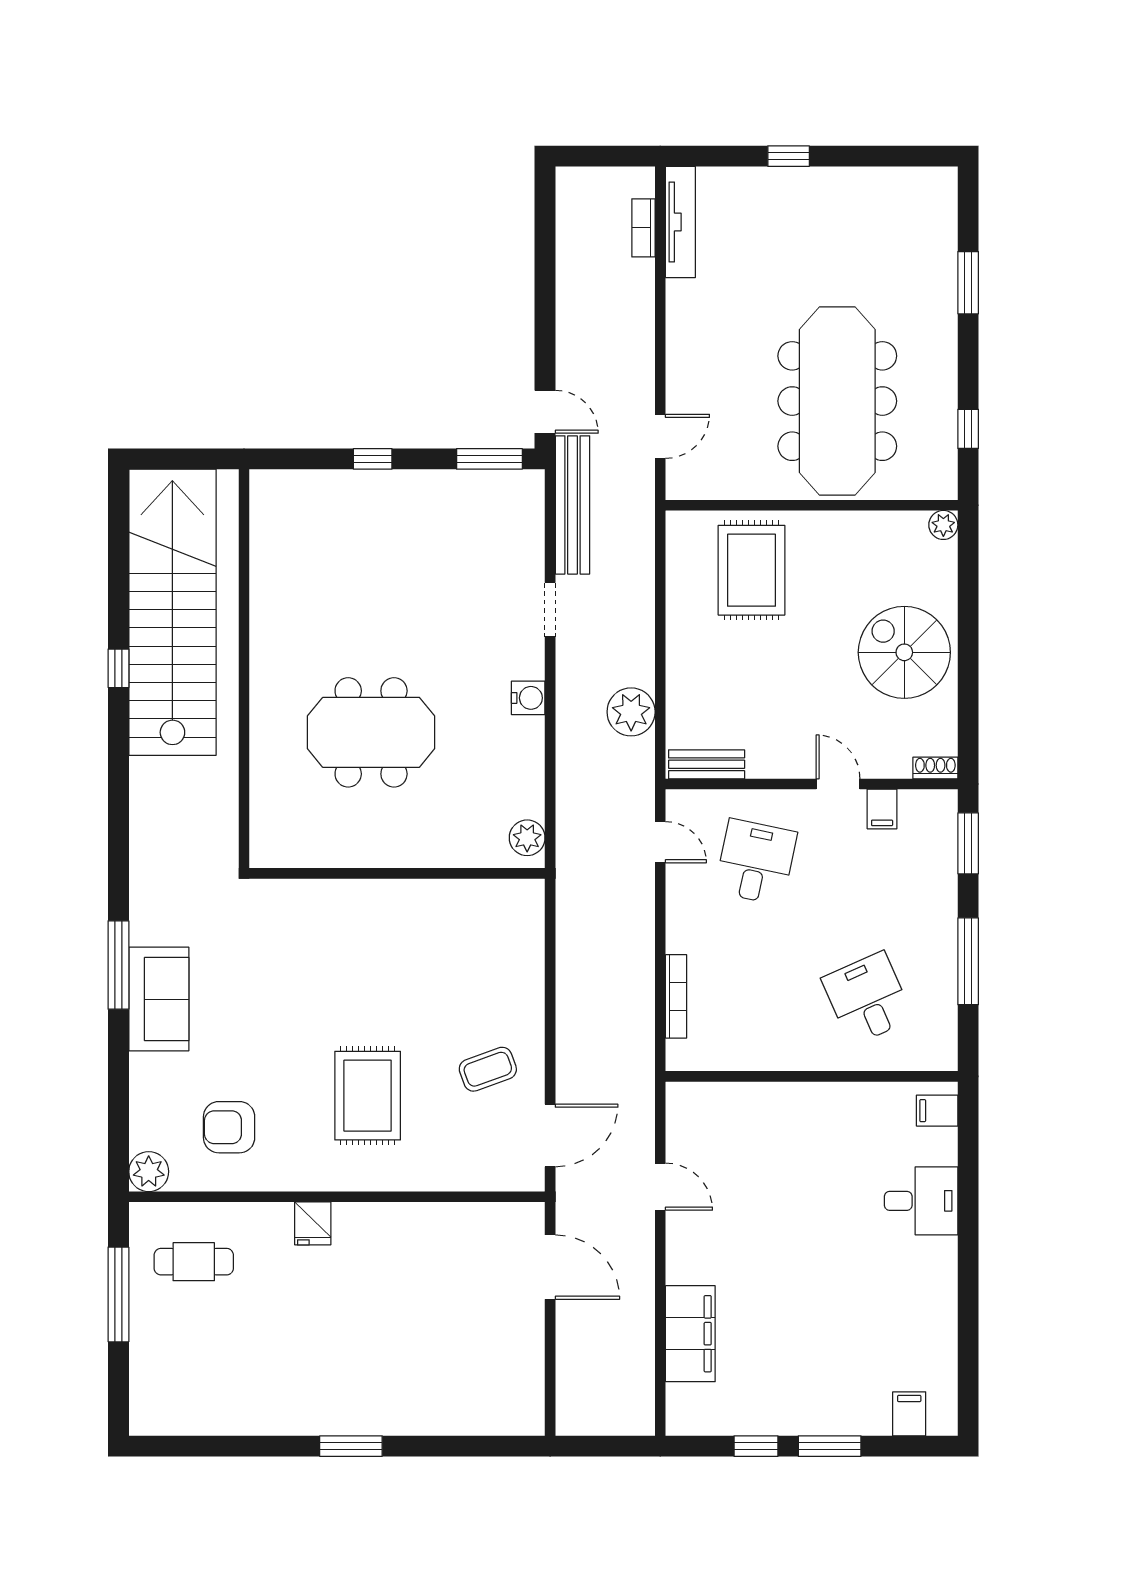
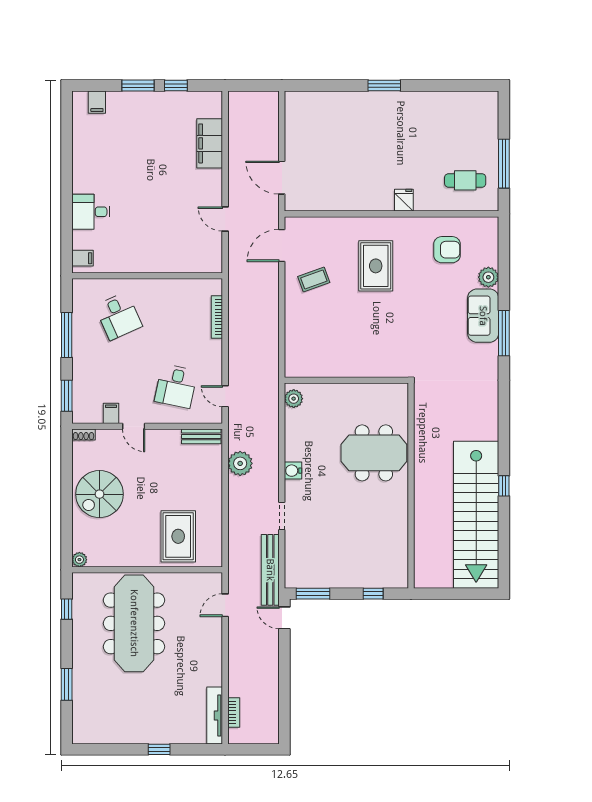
spiral stairs: (904, 652) -> (99, 494), turned 90
wall: (244, 669) -> (411, 486), moved
plant: (149, 1172) -> (488, 277), moved

